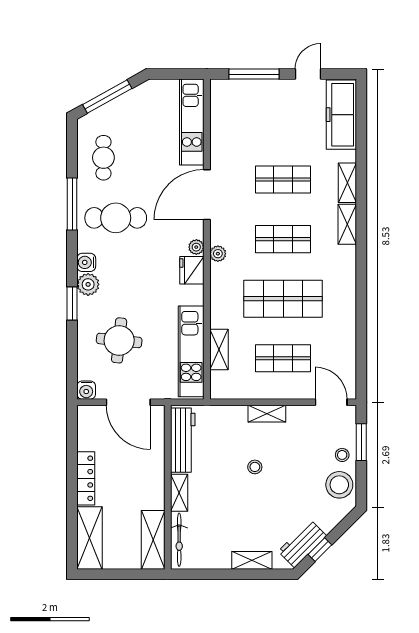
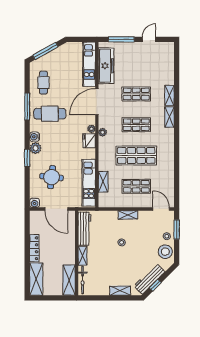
freezer: (341, 115) -> (106, 66), moved, turned 180
workbench: (302, 544) -> (149, 279), width x1.38

